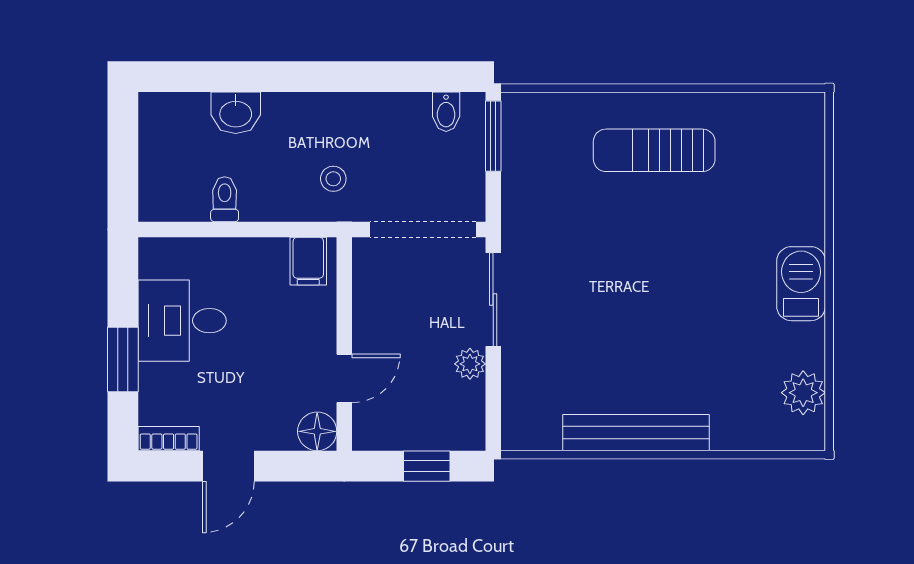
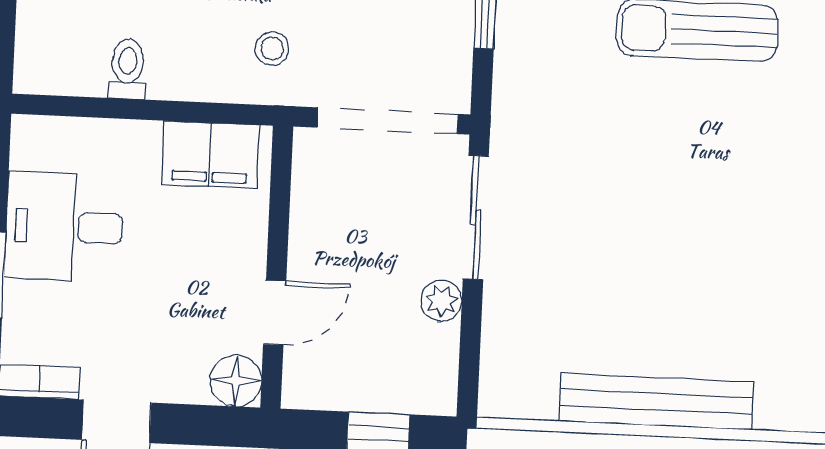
filing cabinet: (308, 261) -> (210, 155), width x2.00

